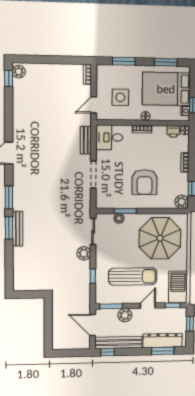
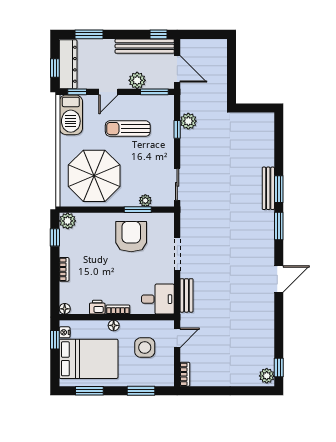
printer: (173, 131) -> (97, 307), moved
armchair: (145, 182) -> (131, 237), moved
plant: (84, 253) -> (188, 121), moved
sun lounger: (133, 276) -> (128, 129), width x0.73, depth x0.75
dresser: (163, 340) -> (68, 64), moved, turned -90

